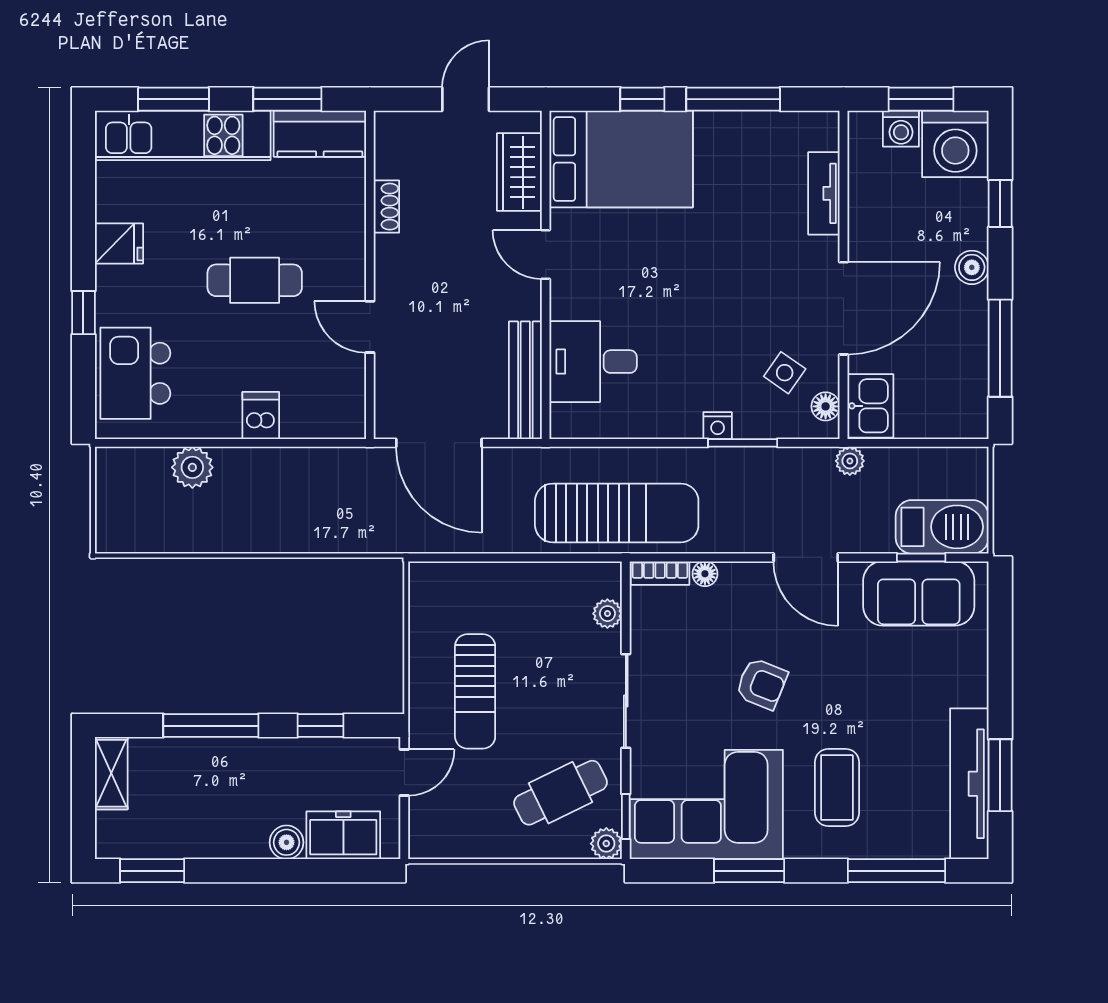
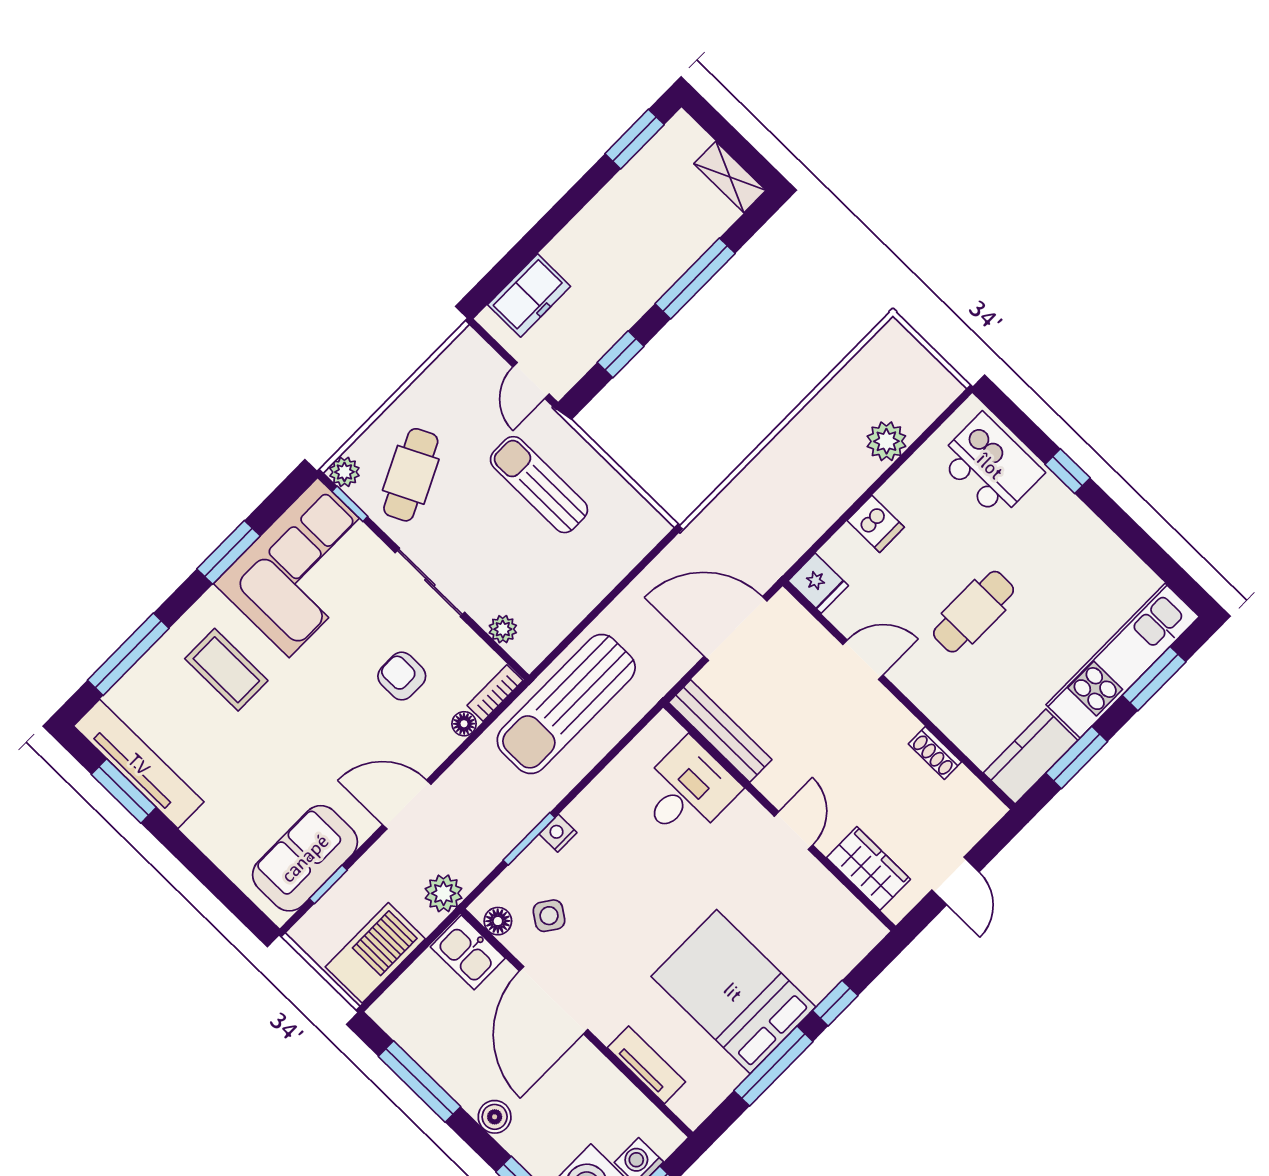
bed: (621, 159) -> (733, 992), moved, turned 90
fridge: (119, 244) -> (818, 583), moved, turned -90
door: (546, 254) -> (793, 831), hinge flipped
plant: (850, 461) -> (443, 893), width x1.38, depth x1.38
barbecue: (942, 527) -> (375, 953), moved, turned 180
armchair: (762, 684) -> (402, 676), moved, turned 68
boiler: (287, 842) -> (563, 251), removed

